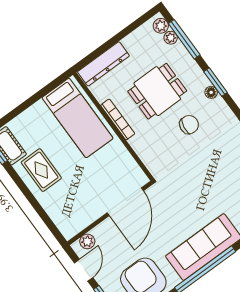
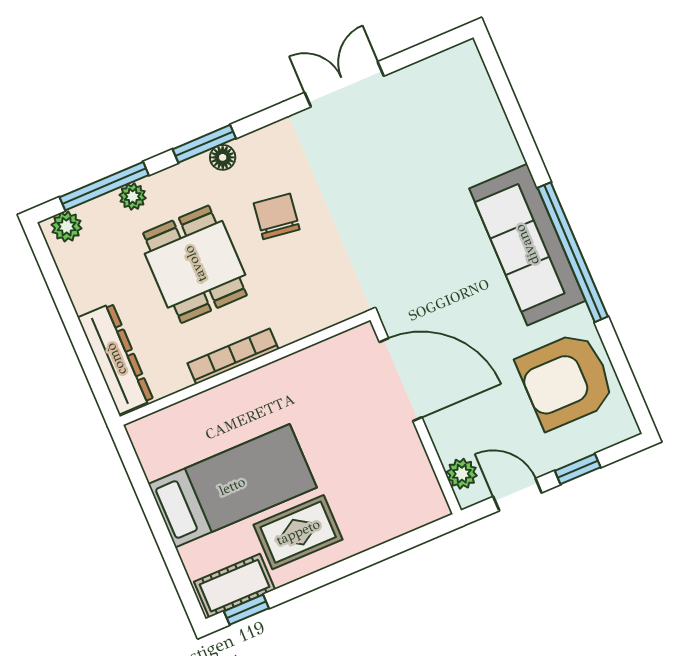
plant: (171, 38) -> (133, 196), moved
bed: (77, 118) -> (232, 486), moved

